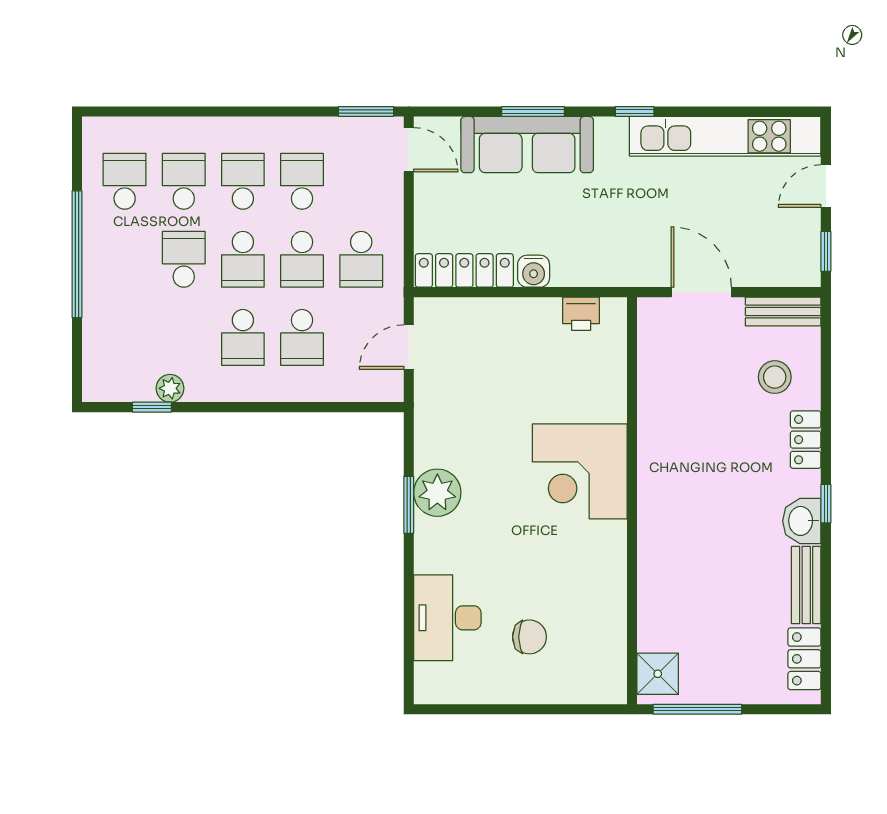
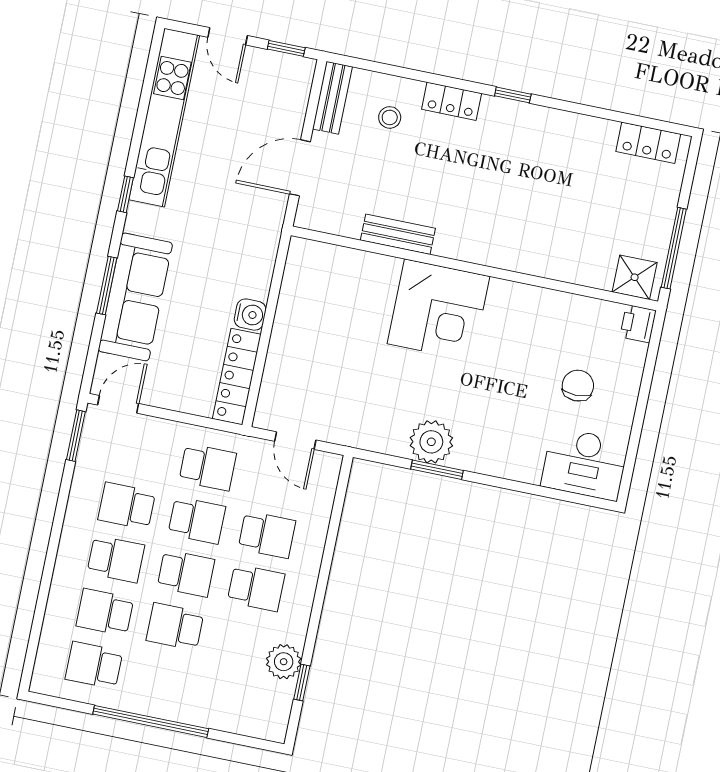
school desk: (243, 181) -> (116, 559), turned 180
printer: (581, 314) -> (638, 324), moved, turned 180
stool: (775, 377) -> (390, 117), width x0.73, depth x0.73
plant: (170, 388) -> (284, 662), width x1.38, depth x1.38
washbasin: (802, 521) -> (524, 120), removed
bench: (806, 585) -> (398, 234), moved
desk: (447, 618) -> (585, 464), moved

